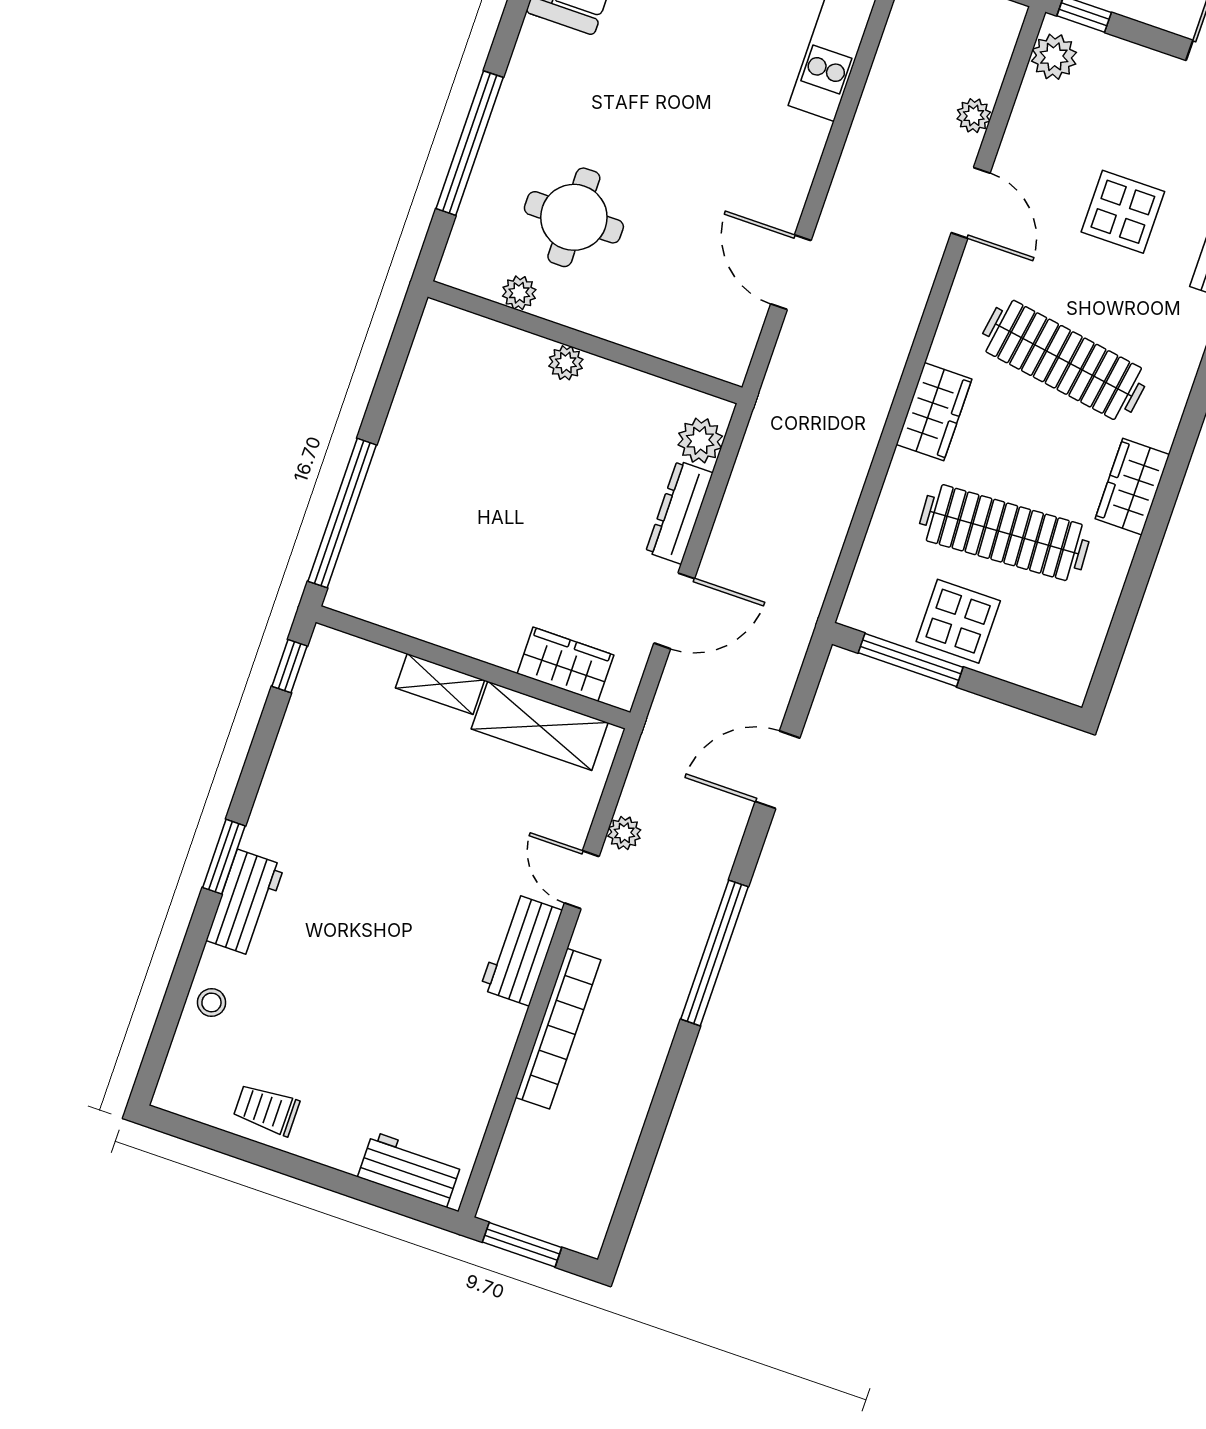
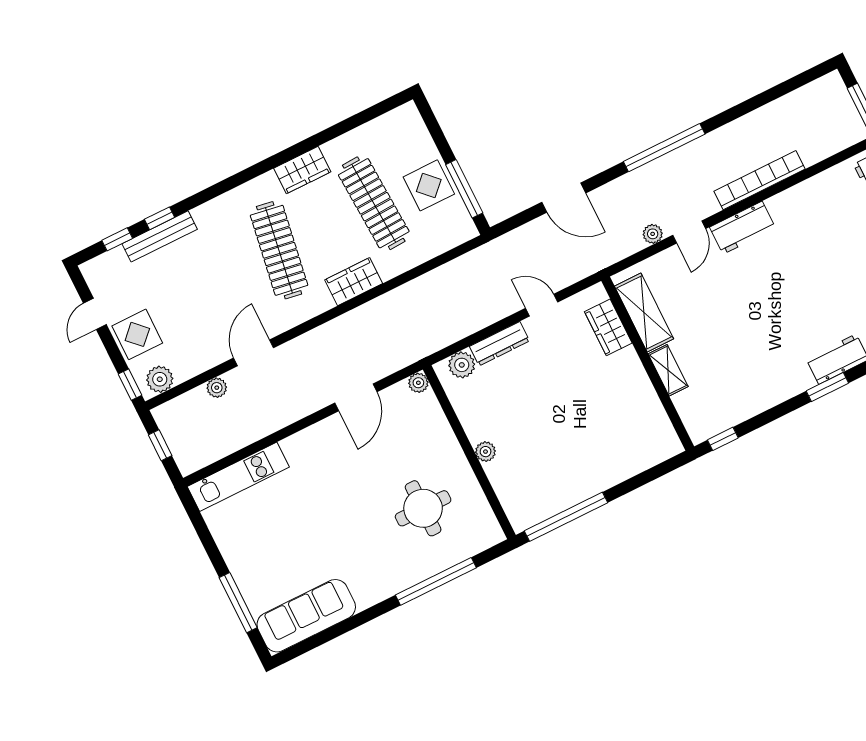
display table: (1123, 212) -> (137, 334), moved
plant: (519, 293) -> (418, 383), moved
window: (342, 513) -> (566, 517), moved
door: (674, 611) -> (542, 305), width x0.73

